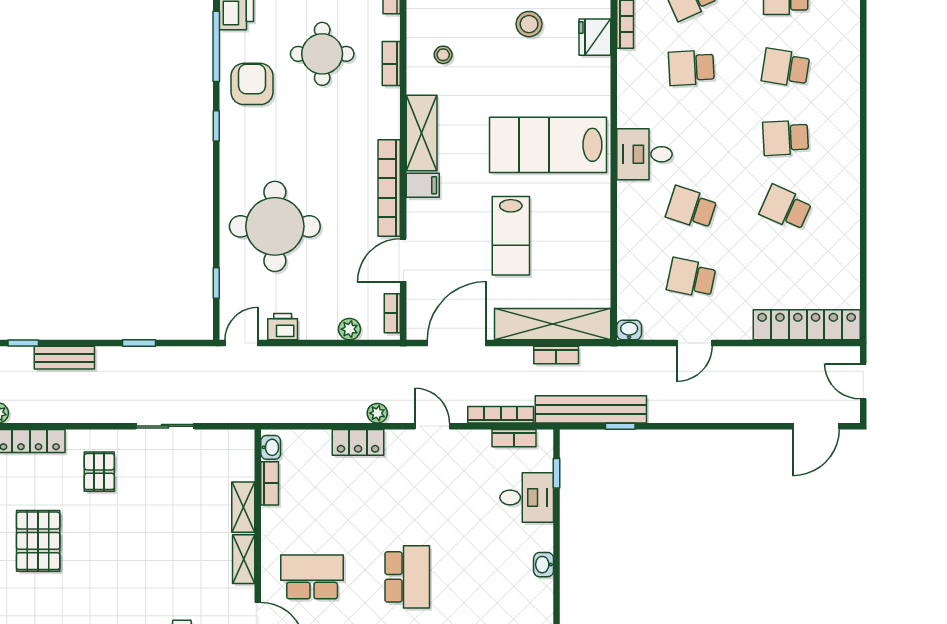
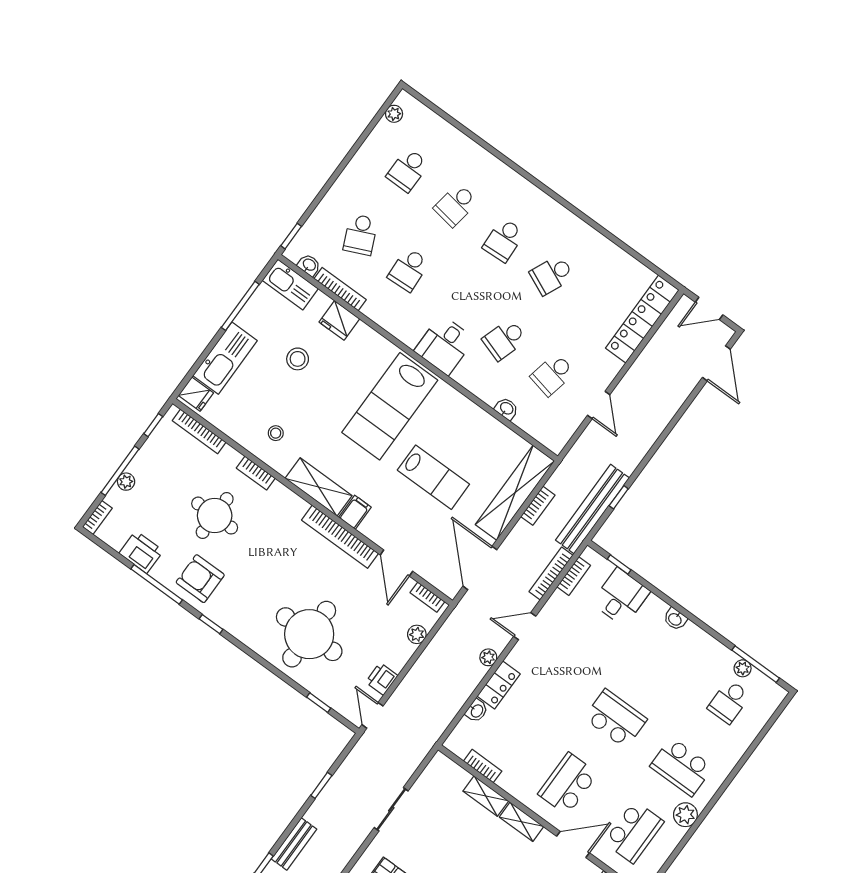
washbasin: (629, 330) -> (506, 409), moved, turned 90
washbasin: (271, 447) -> (477, 711), moved, turned 90

